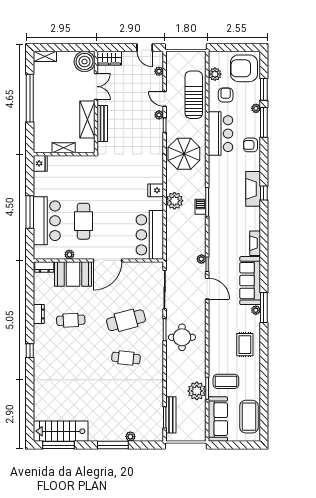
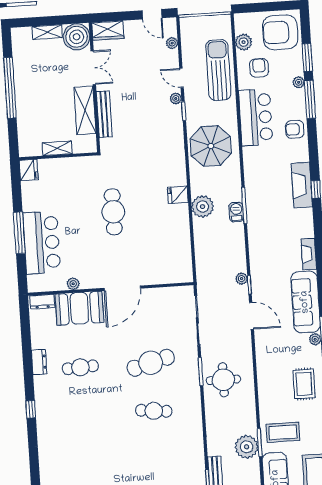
shelving: (45, 56) -> (47, 32), moved
cafe table: (83, 221) -> (113, 212), moved
bar counter: (150, 235) -> (174, 252), removed

